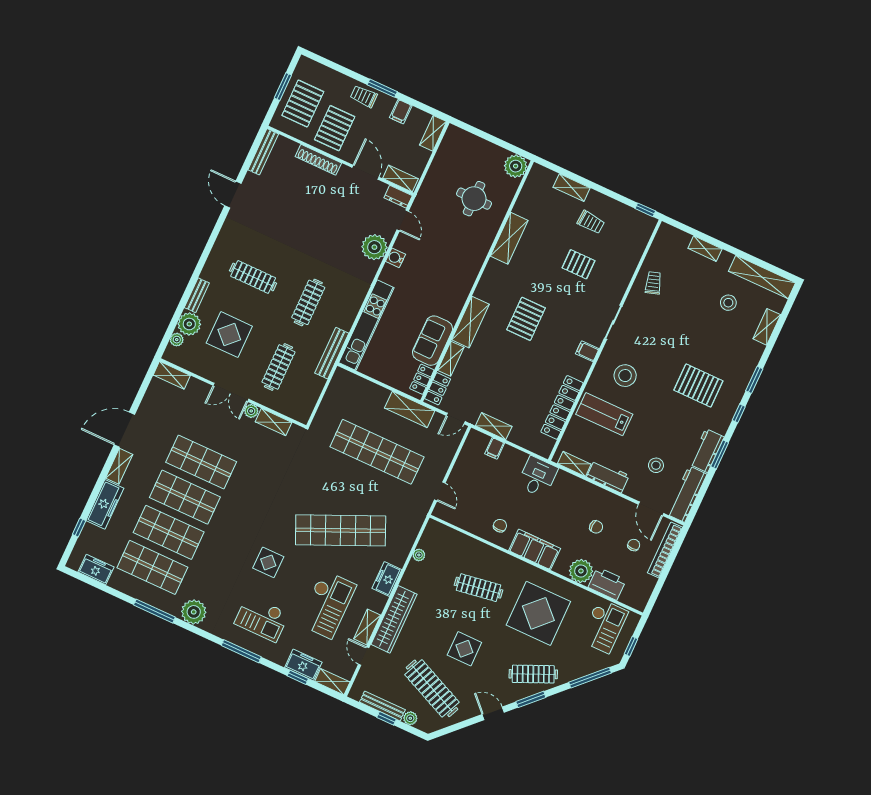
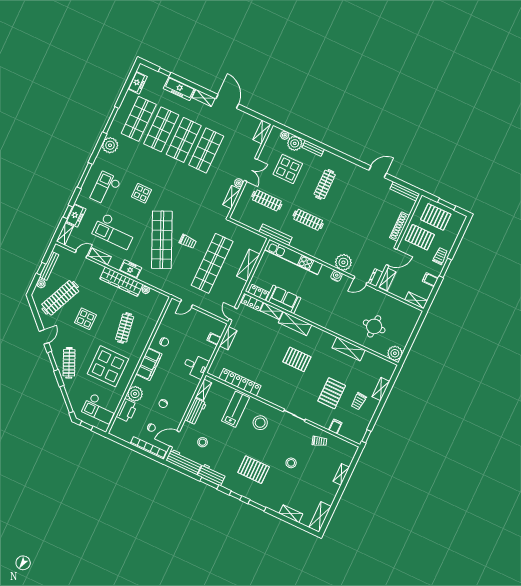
pallet: (579, 264) -> (332, 393), width x1.50, depth x1.42
shelving: (762, 277) -> (320, 517), width x0.68
stool: (728, 303) -> (291, 463), moved
filing cabinet: (587, 351) -> (335, 426), moved
pallet: (698, 385) -> (254, 470), turned 90
double door: (231, 392) -> (251, 170), swing flipped
shelving: (410, 409) -> (248, 265), moved
trolley: (343, 490) -> (188, 242), added
wardrobe: (394, 619) -> (121, 282), moved

